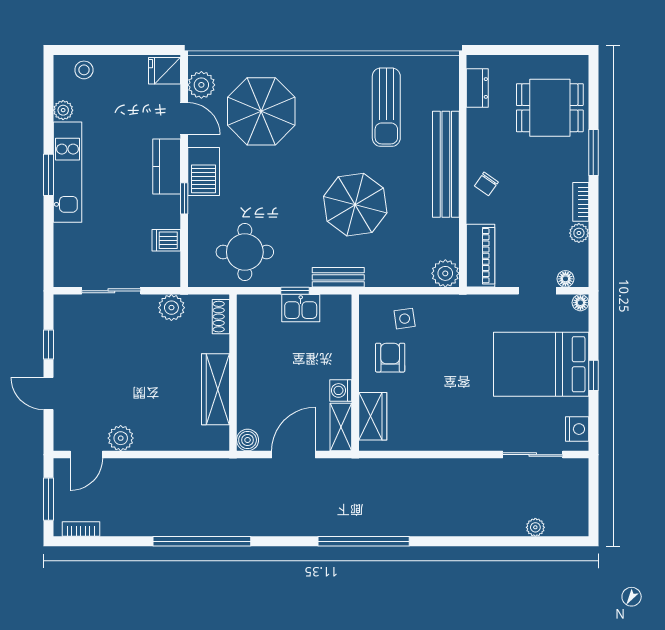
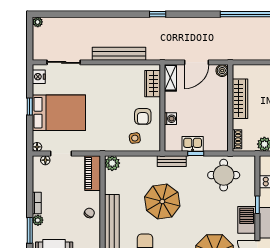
plant: (579, 233) -> (38, 220), moved
washing machine: (341, 390) -> (170, 119), moved
bench: (433, 470) -> (119, 54), added
plant: (535, 527) -> (38, 22), moved
window: (364, 541) -> (158, 14), width x0.32

